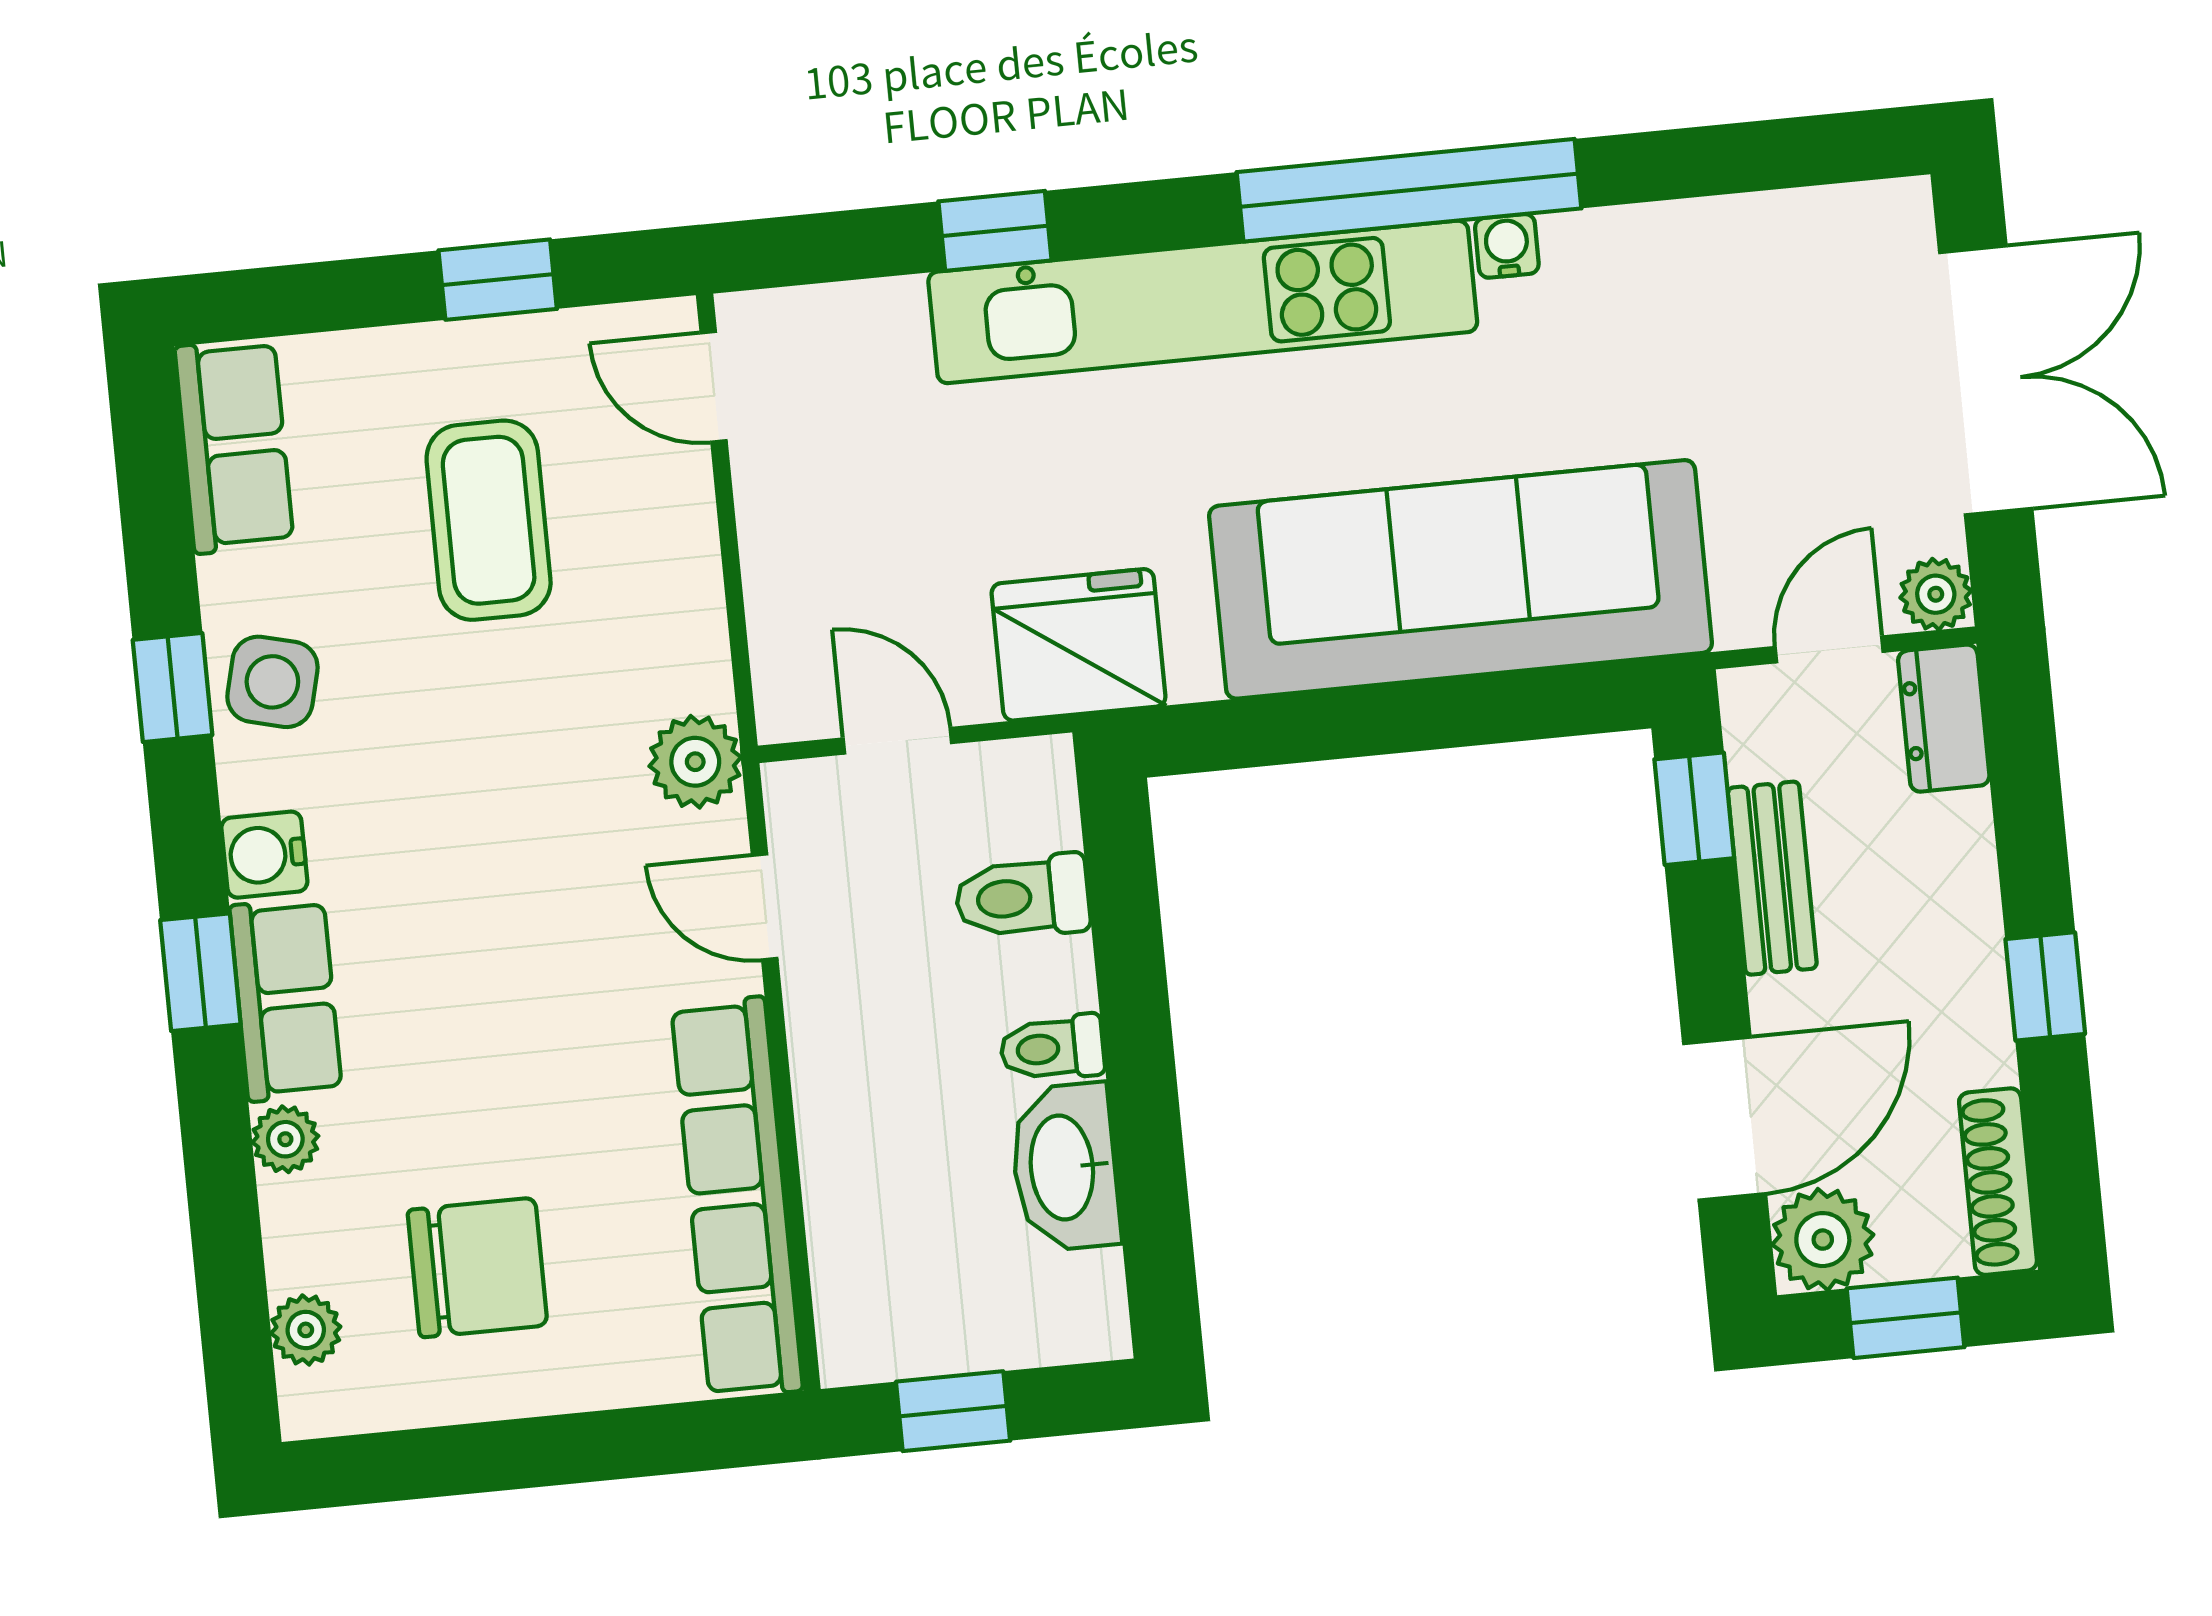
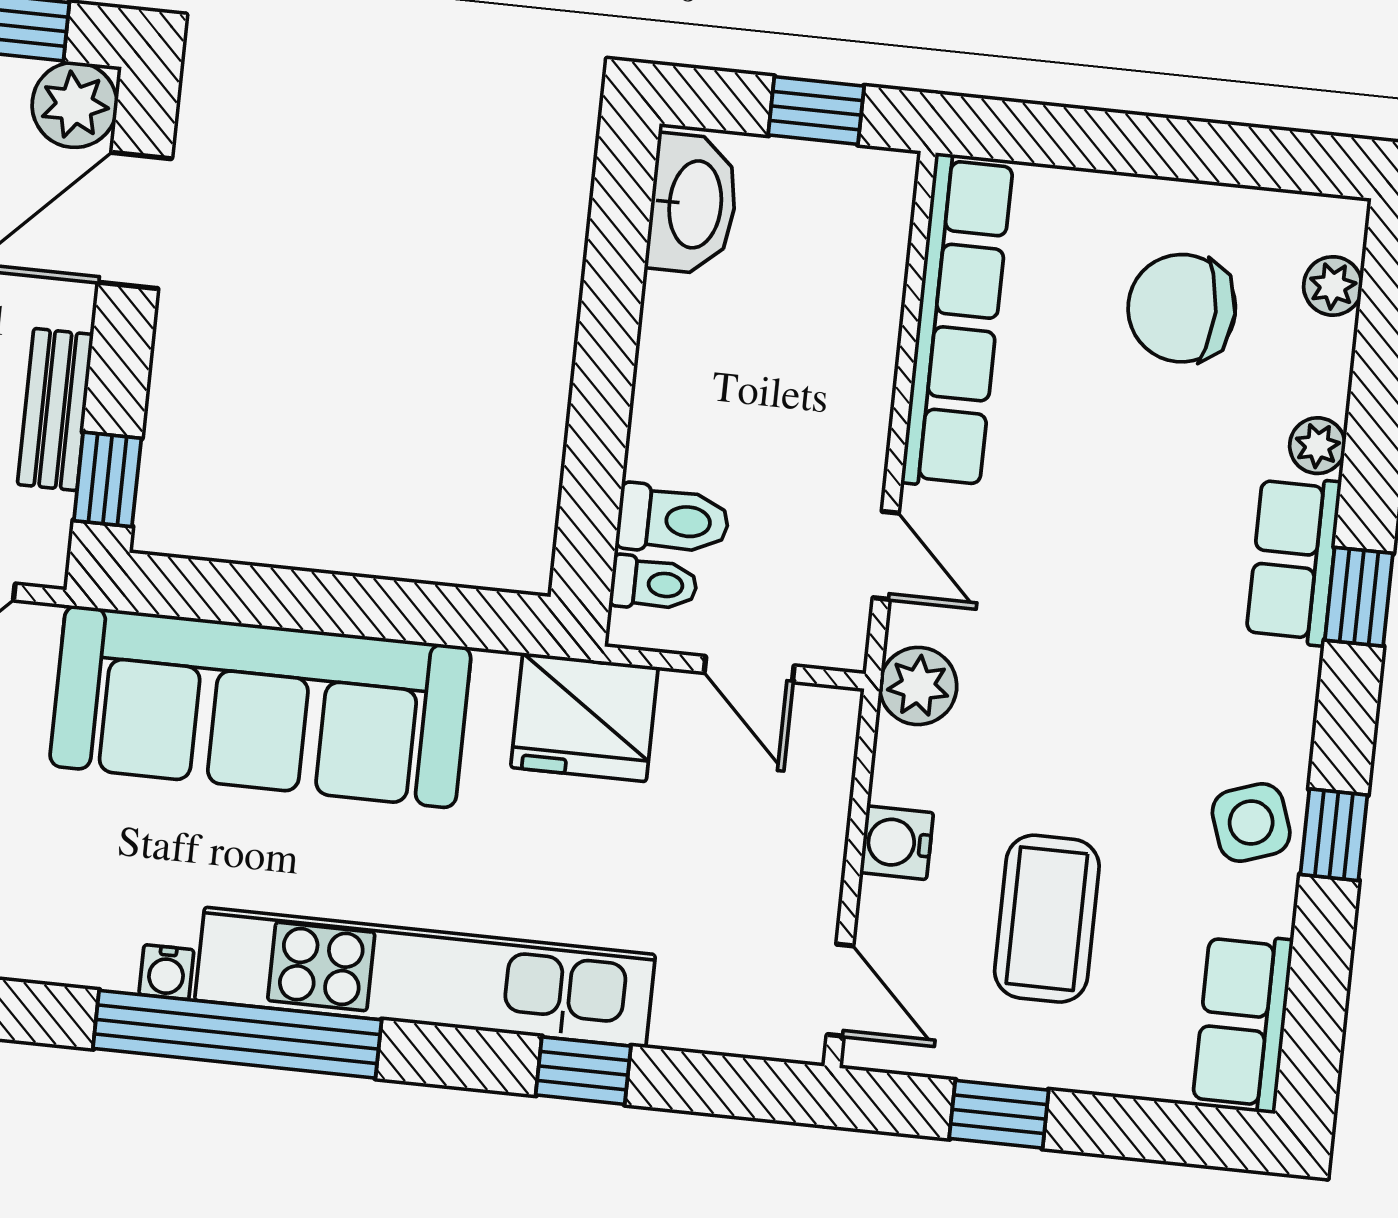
side table: (272, 682) -> (1251, 823), turned -33
water cooler: (264, 855) -> (897, 843), moved, turned 180
toilet: (1052, 1048) -> (654, 584), moved
washbasin: (1065, 1167) -> (693, 204), moved

